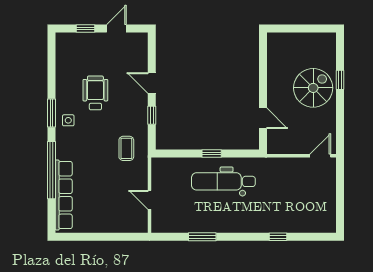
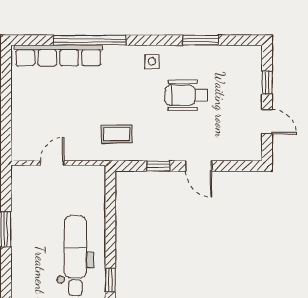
door: (152, 83) -> (199, 166), swing flipped
wheelchair: (95, 93) -> (186, 95), turned 180
window: (52, 113) -> (200, 40), moved
window: (212, 153) -> (110, 280), moved

